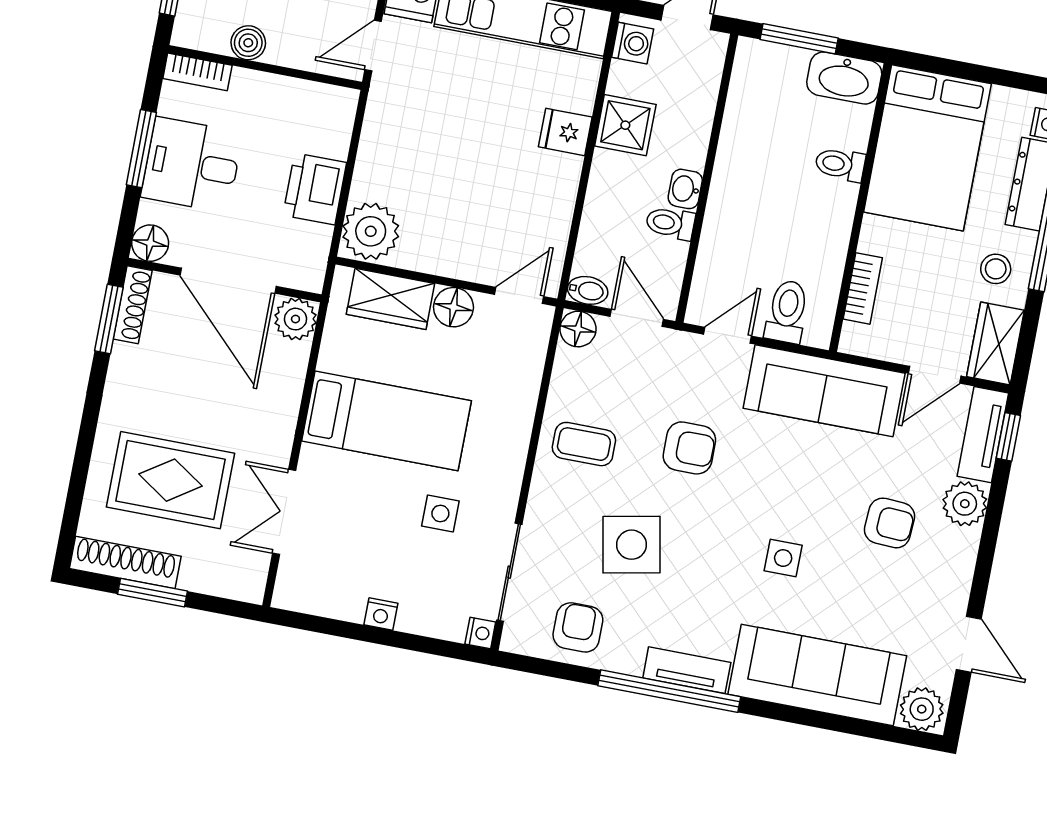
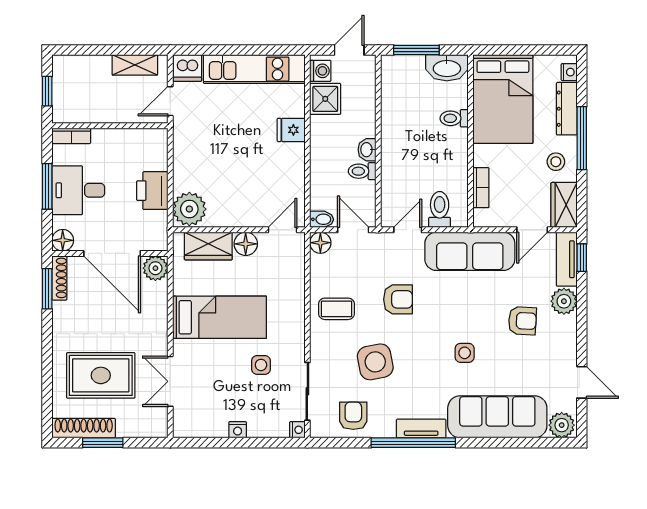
boiler: (248, 43) -> (97, 113), removed
shower: (625, 125) -> (325, 99), moved

